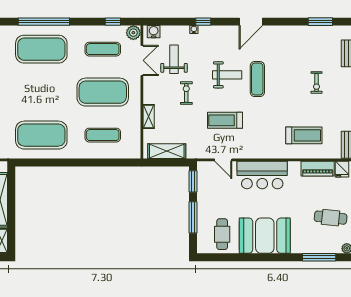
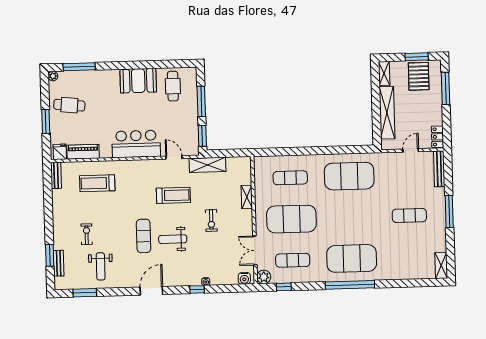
weight bench: (174, 59) -> (101, 266), moved
shelving: (167, 151) -> (208, 165), moved
booth: (265, 236) -> (138, 81), width x0.73, depth x0.70

